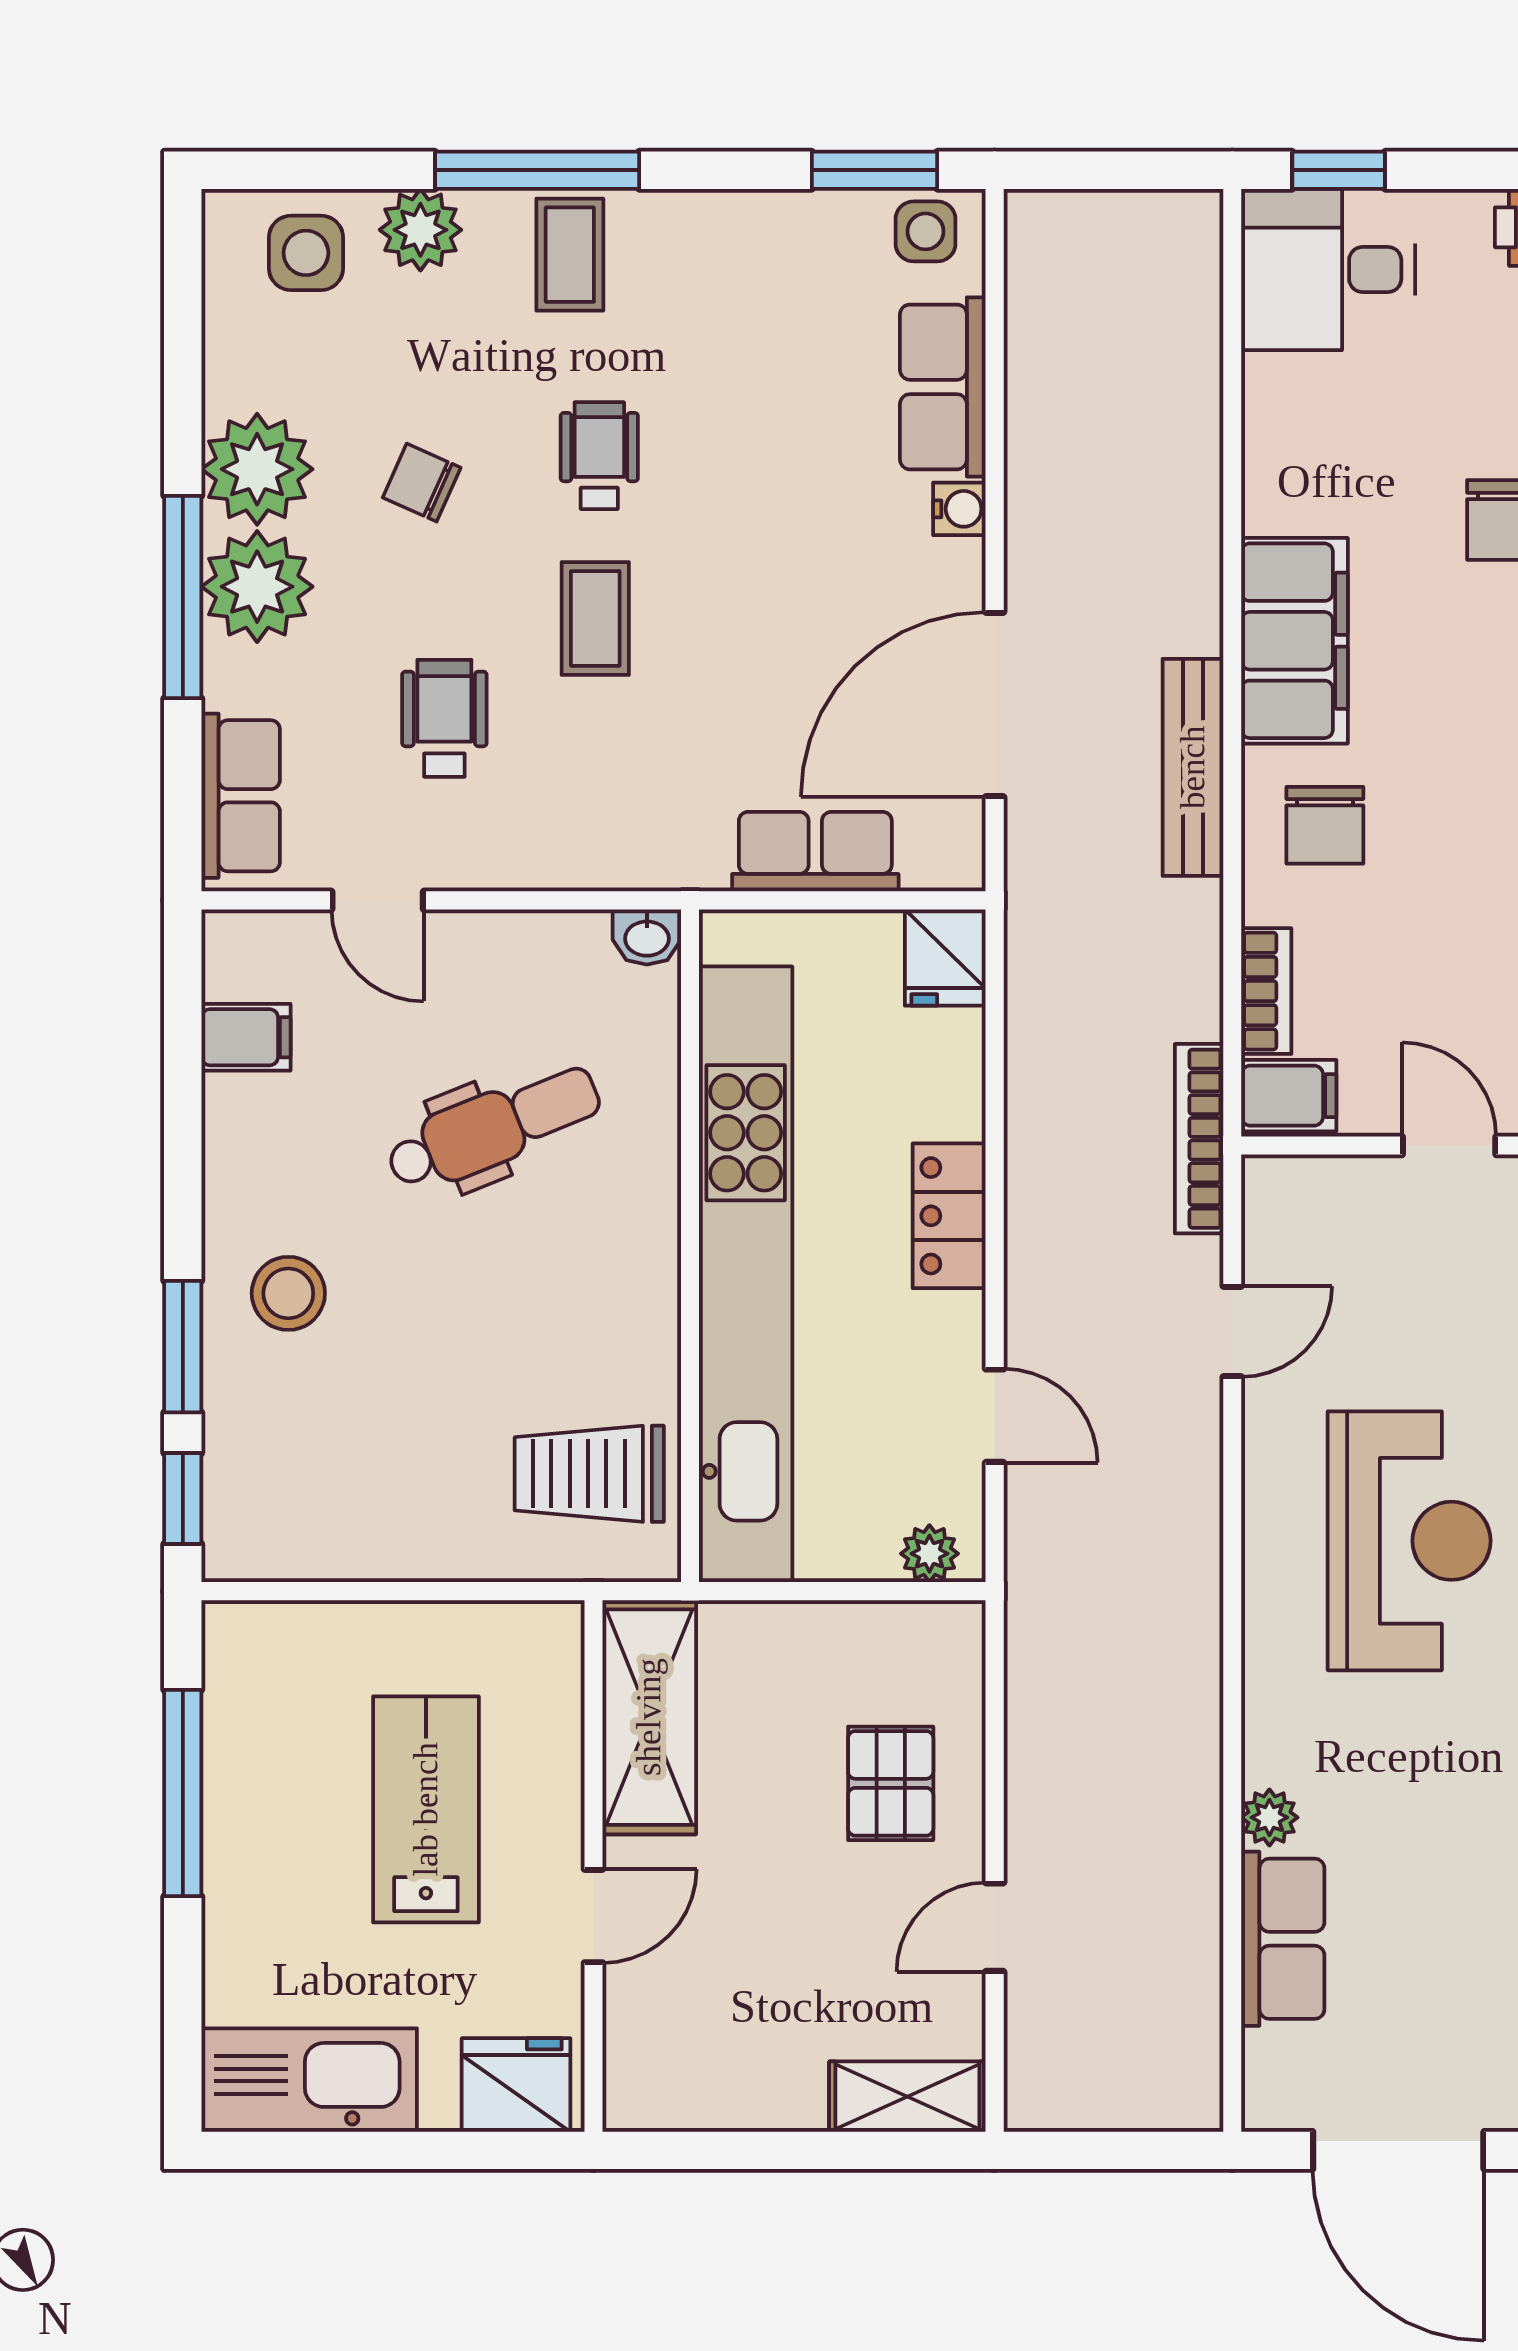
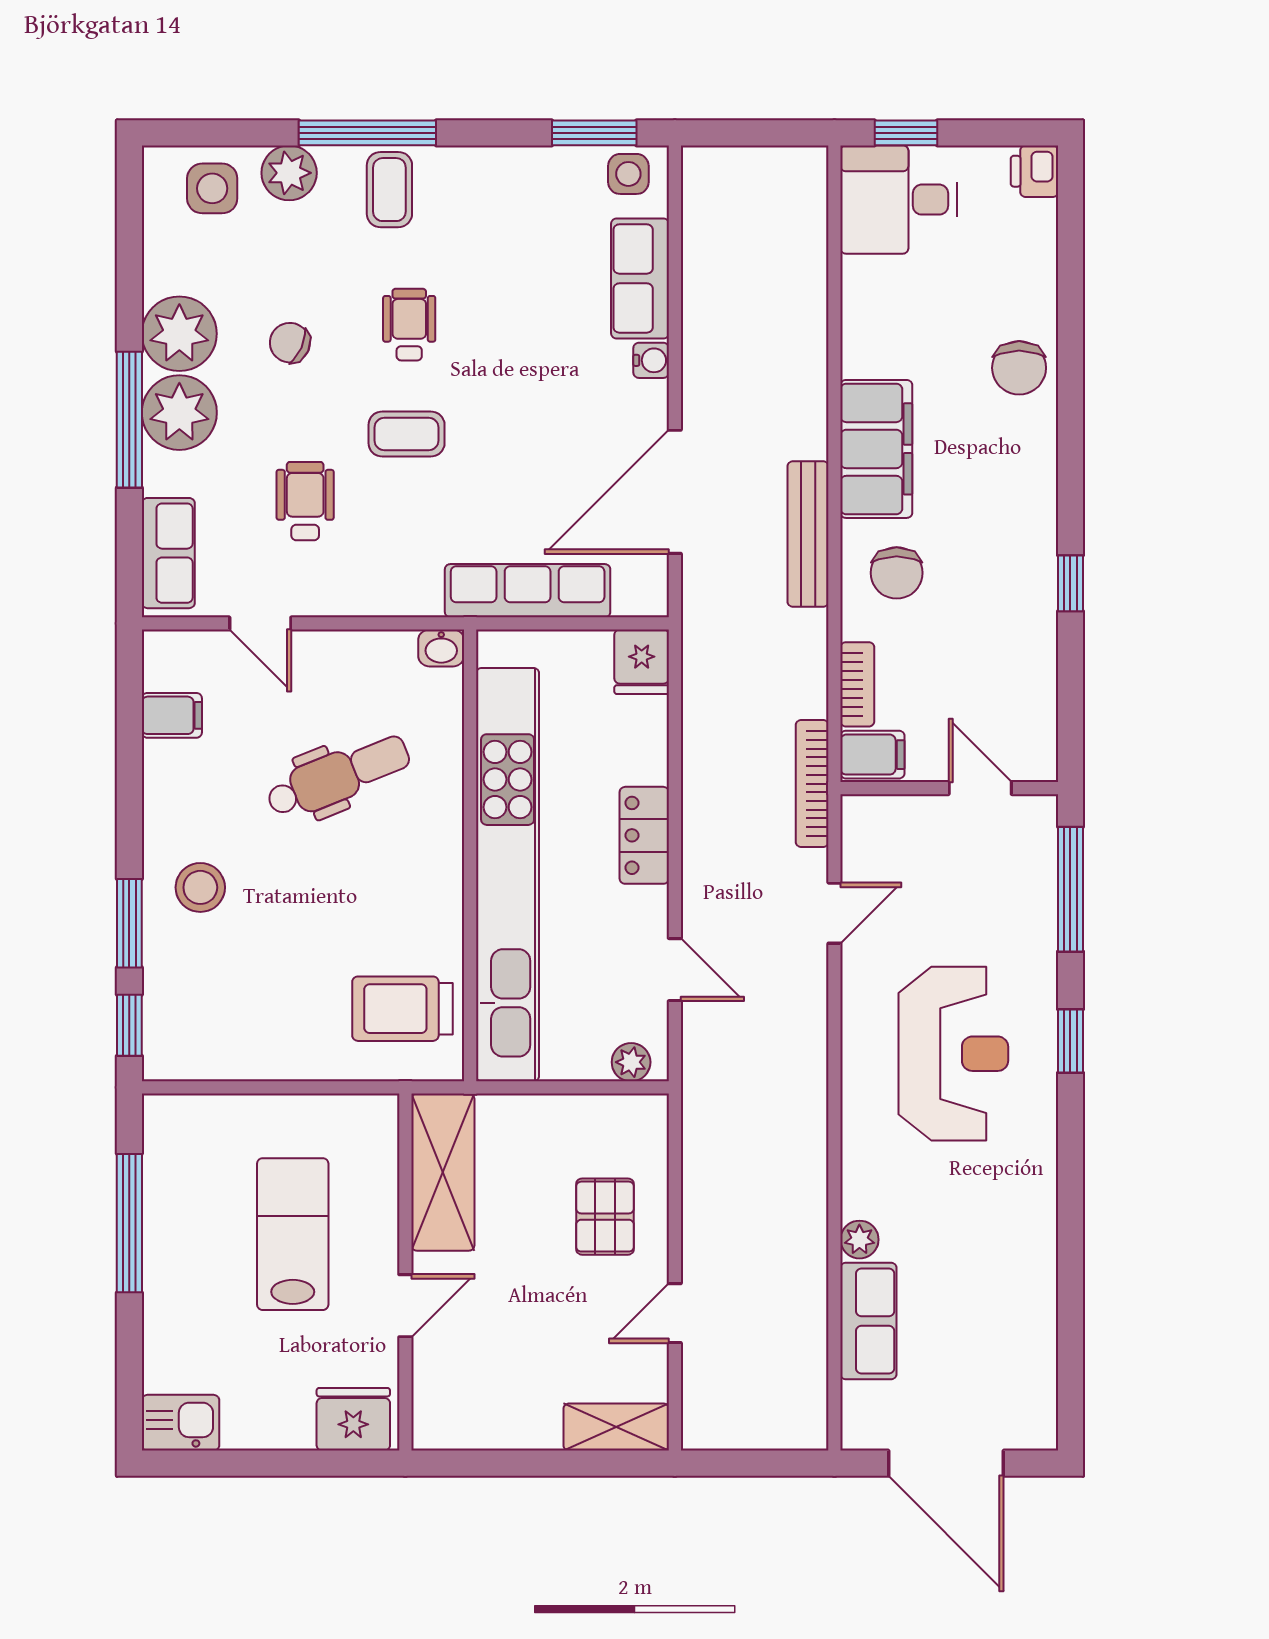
coffee table: (595, 618) -> (407, 434), turned 90
row of seats: (815, 852) -> (528, 591), width x1.48
kitchen sink: (309, 2080) -> (180, 1423), width x0.53, depth x0.81

